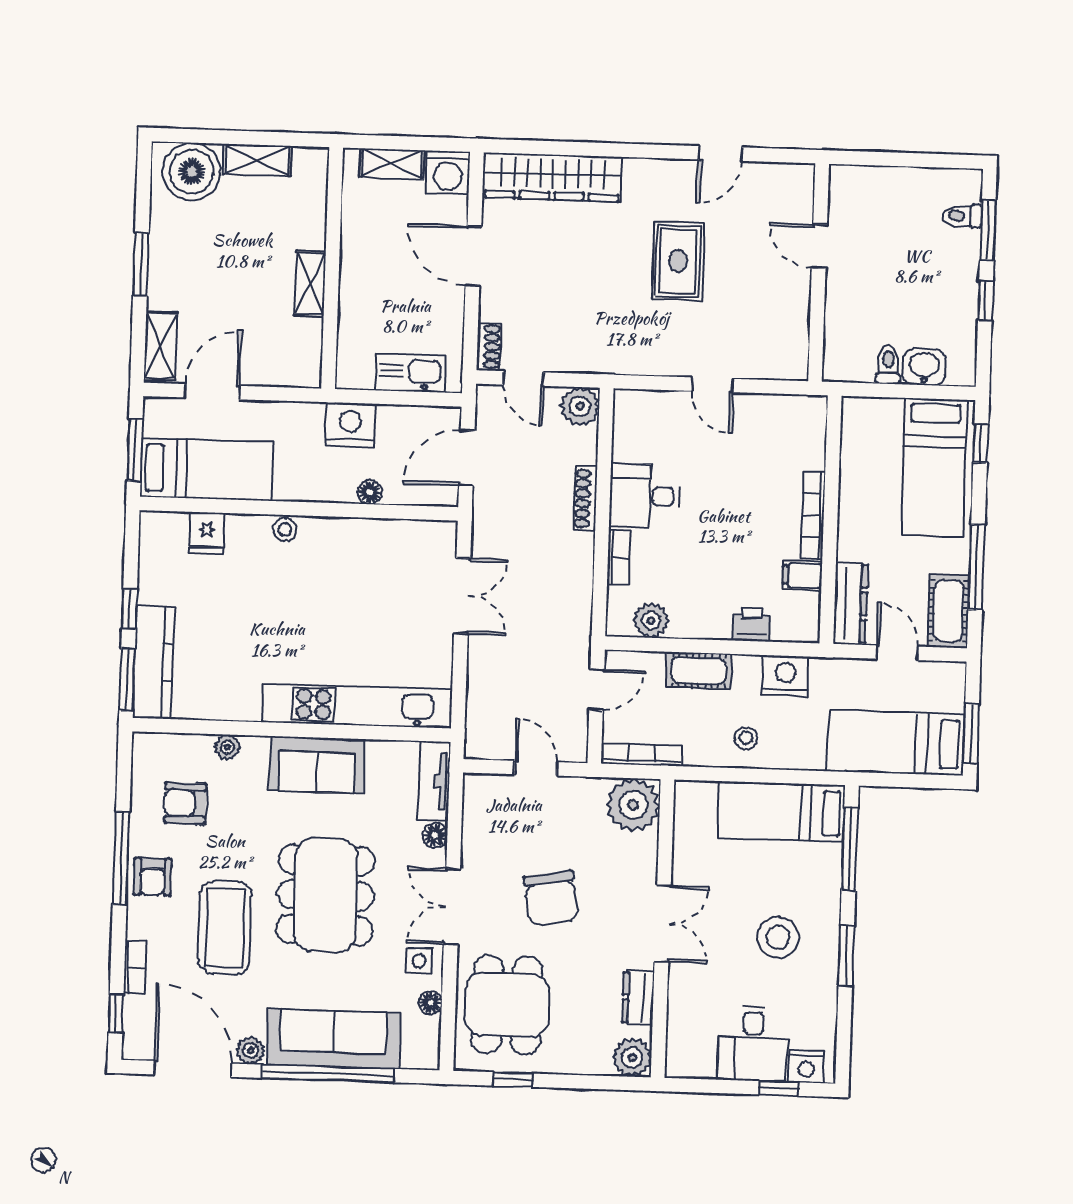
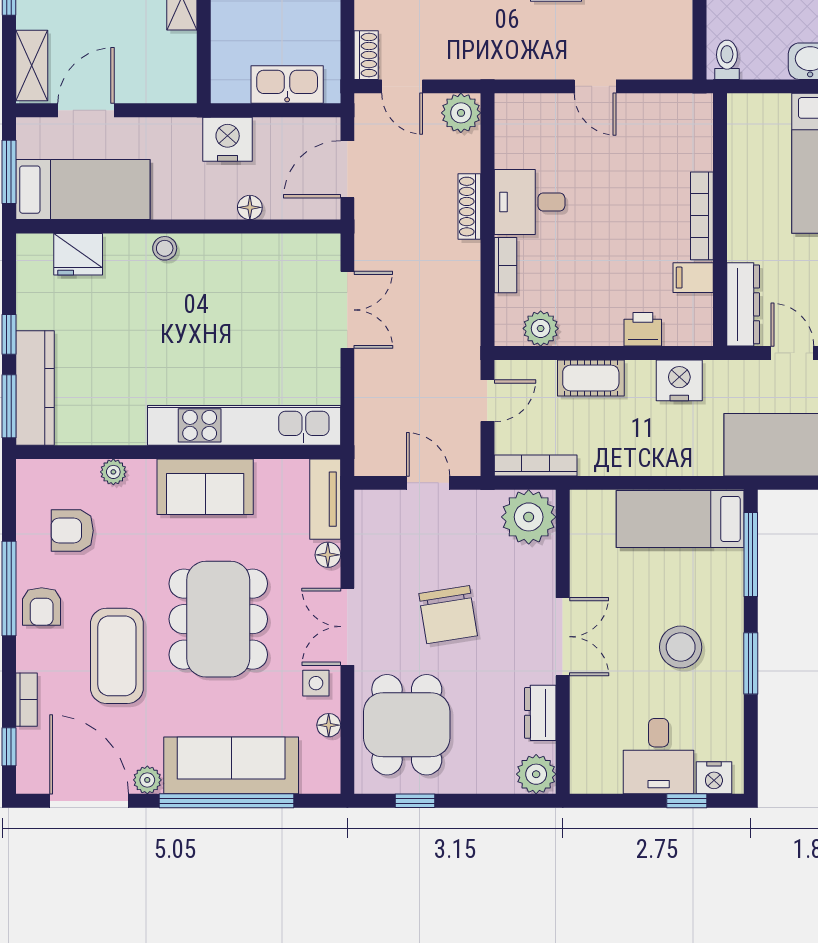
toilet: (888, 364) -> (727, 60), moved
fridge: (207, 533) -> (78, 254), width x1.38
stool: (746, 738) -> (641, 445), removed

